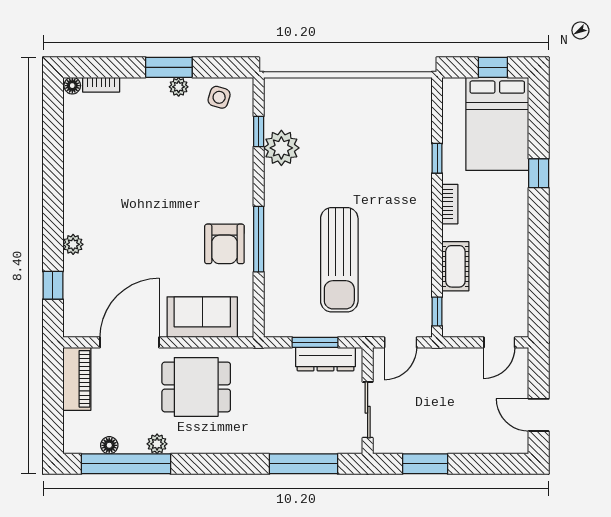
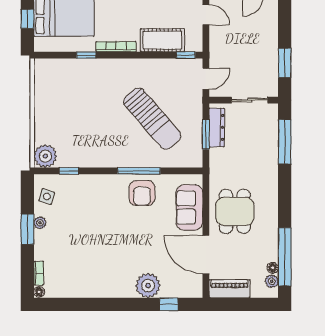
plant: (281, 148) -> (45, 156), moved
bookcase: (450, 204) -> (116, 47), width x1.56
plant: (73, 244) -> (148, 286), width x1.88, depth x1.88
armchair: (224, 244) -> (142, 193), turned 90
sun lounger: (339, 260) -> (152, 119), turned 49
cot: (455, 266) -> (162, 40), width x1.37, depth x1.34
door: (401, 342) -> (206, 79), hinge flipped
plant: (157, 444) -> (272, 281), moved

